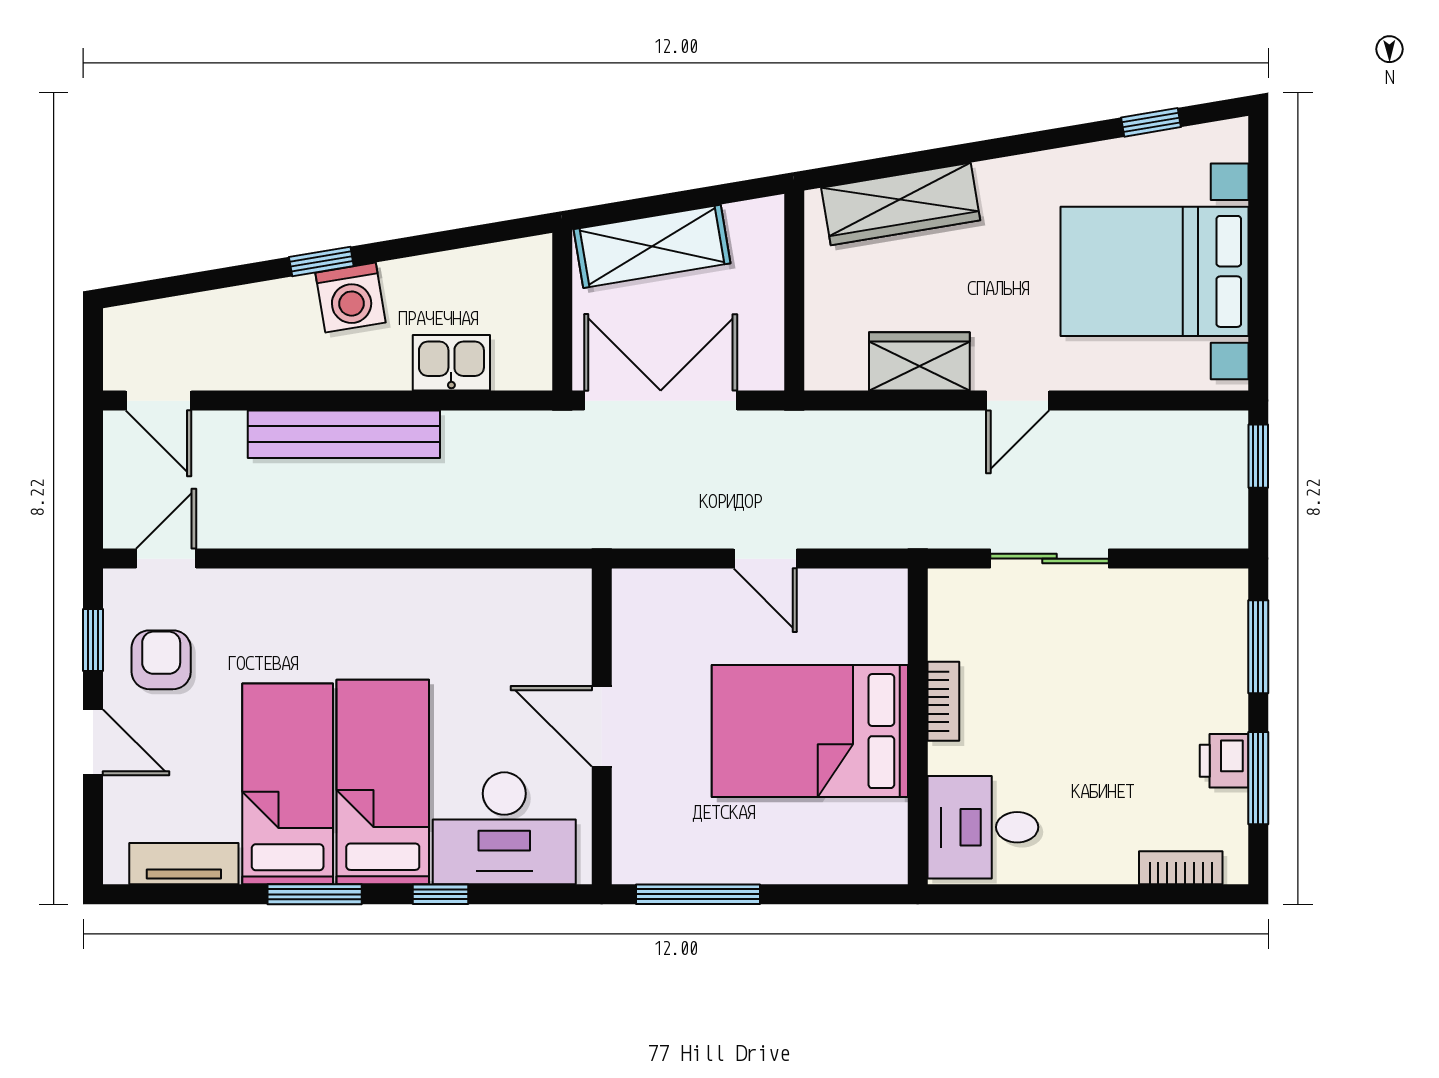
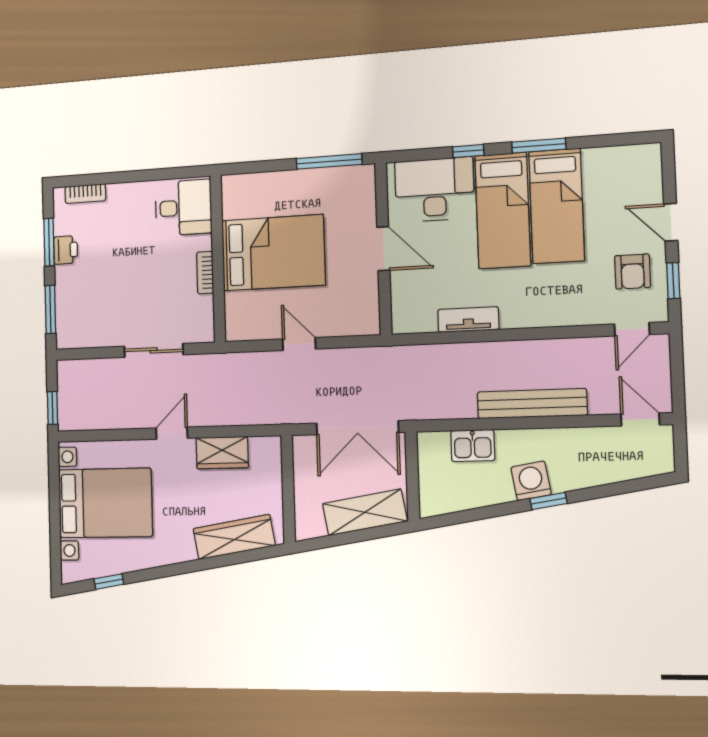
tv unit: (184, 864) -> (468, 320), moved, turned 180

